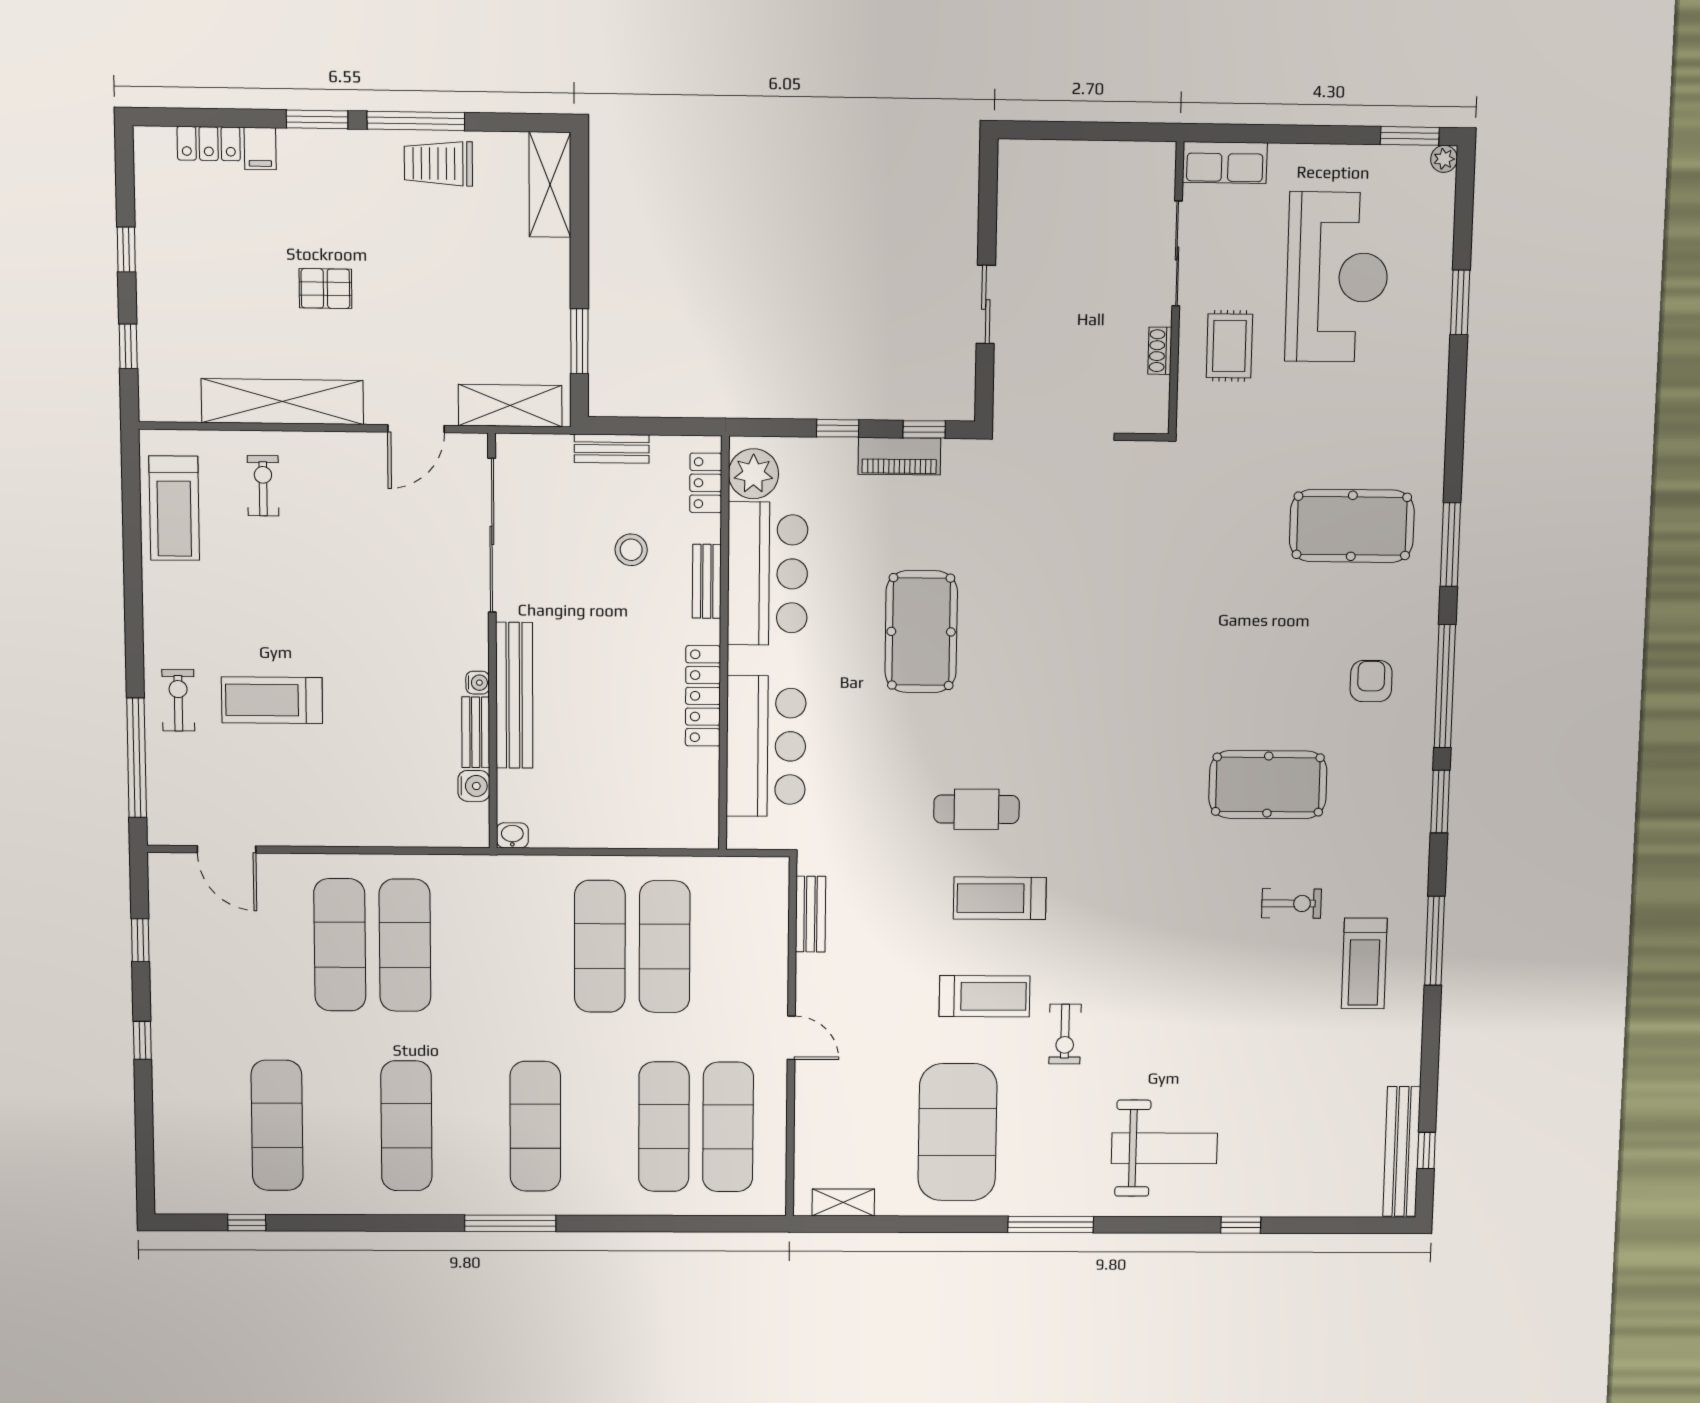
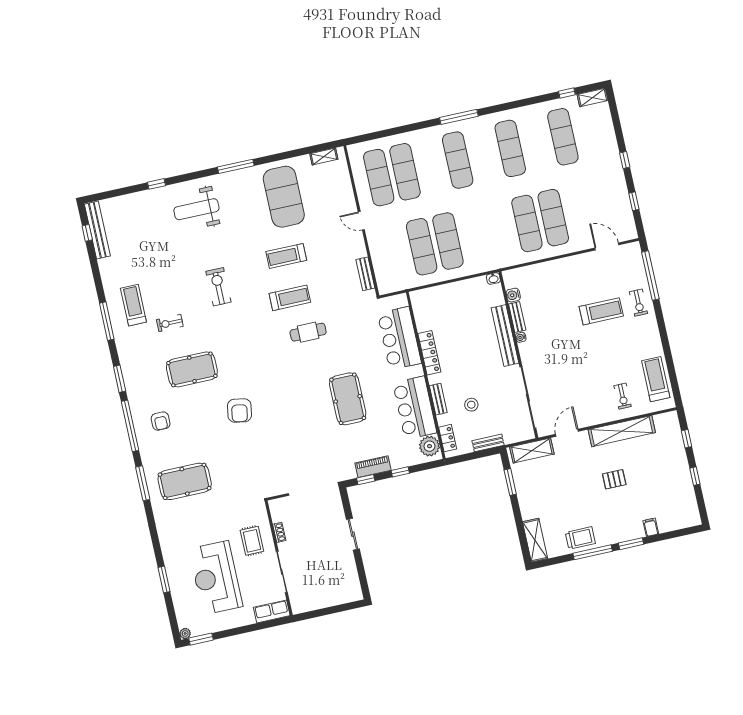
locker: (209, 144) -> (671, 524), removed
armchair: (1181, 663) -> (239, 410), added
exercise bike: (1065, 1034) -> (218, 287), moved, width x1.38, depth x1.39
shelving: (188, 1199) -> (593, 97), added

